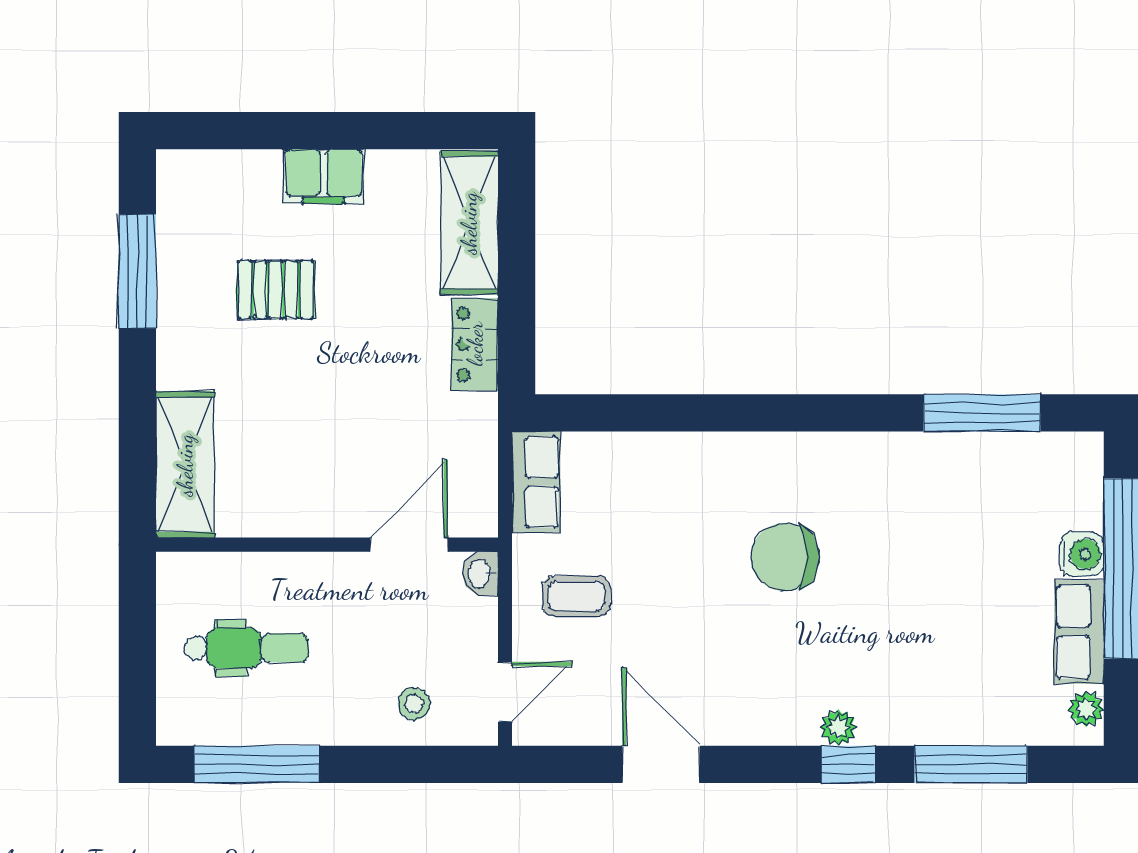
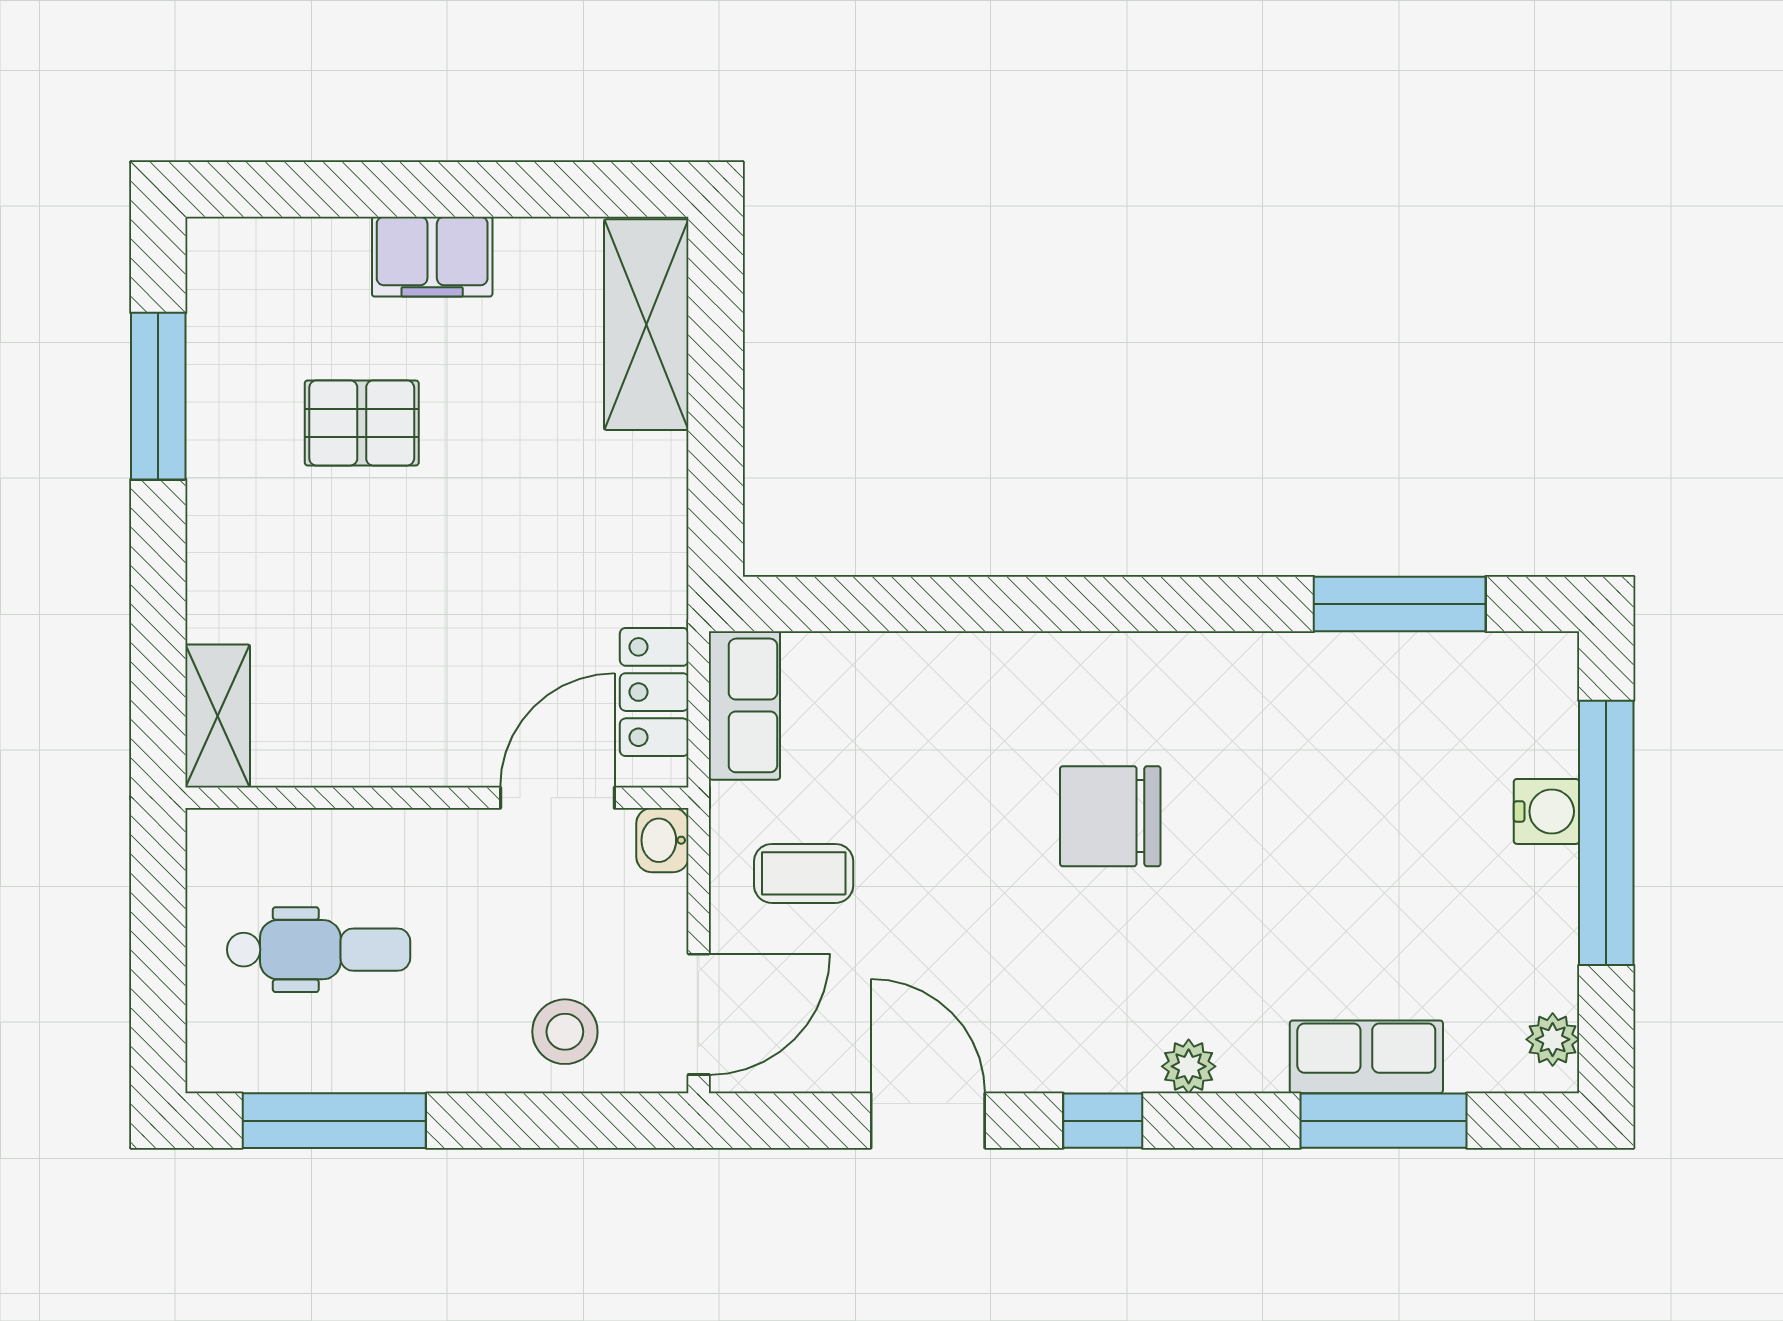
locker: (475, 344) -> (654, 692), moved
shelving: (185, 465) -> (218, 716), width x0.67, depth x0.75
row of seats: (1079, 632) -> (1366, 1057), moved, turned 90
door: (505, 692) -> (699, 1014), width x1.38
stool: (414, 704) -> (565, 1032), width x1.37, depth x1.37
window: (848, 764) -> (1103, 1121), moved

